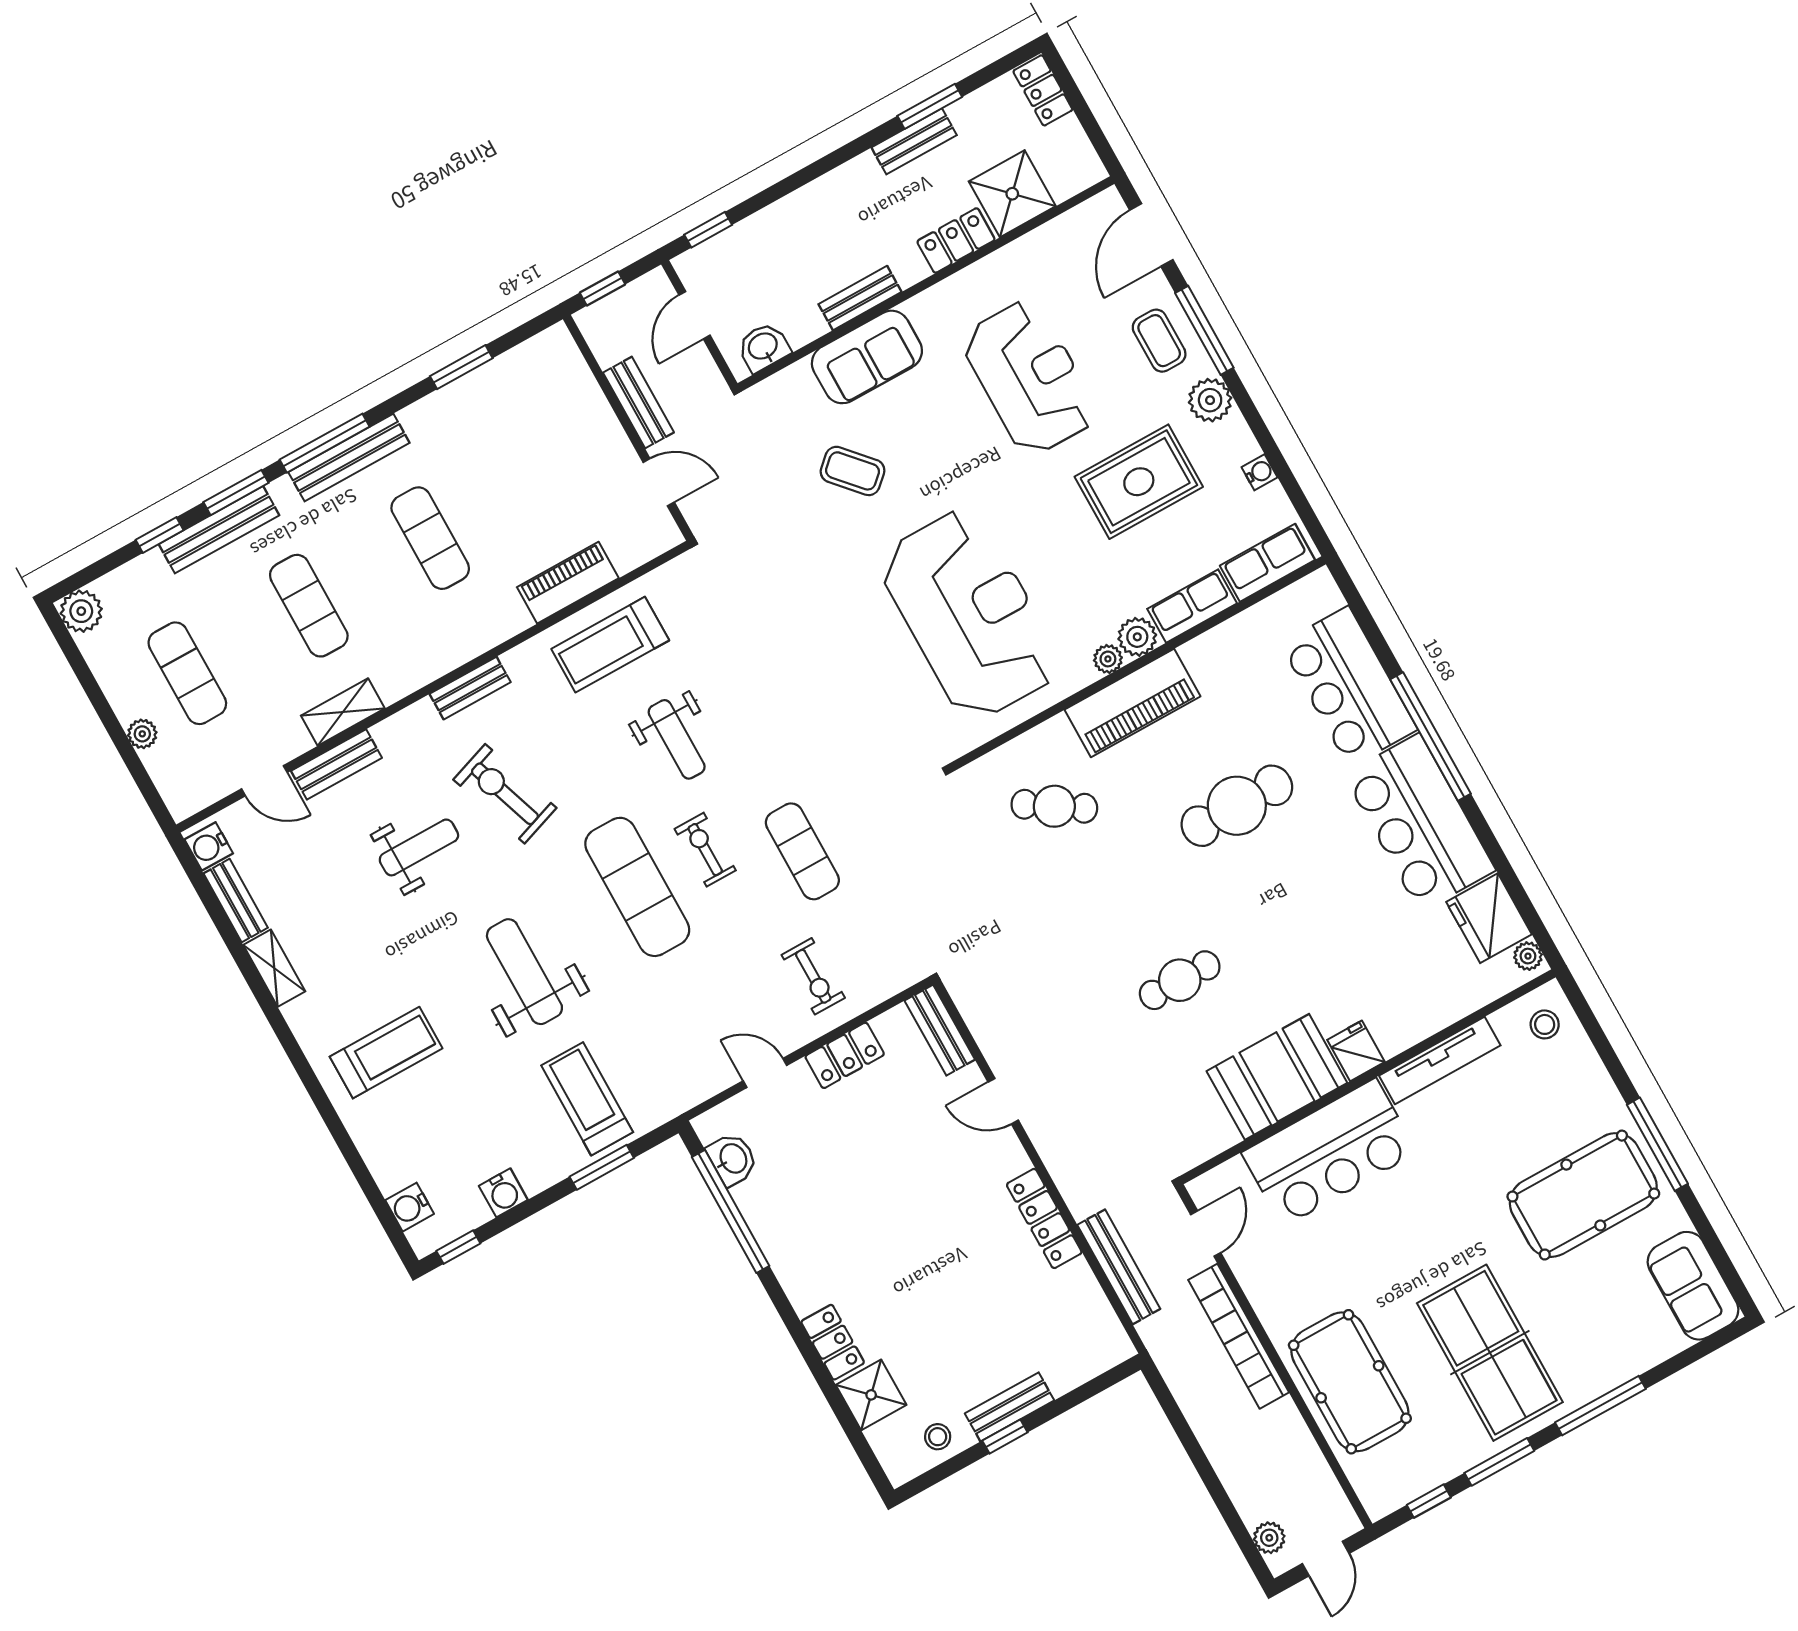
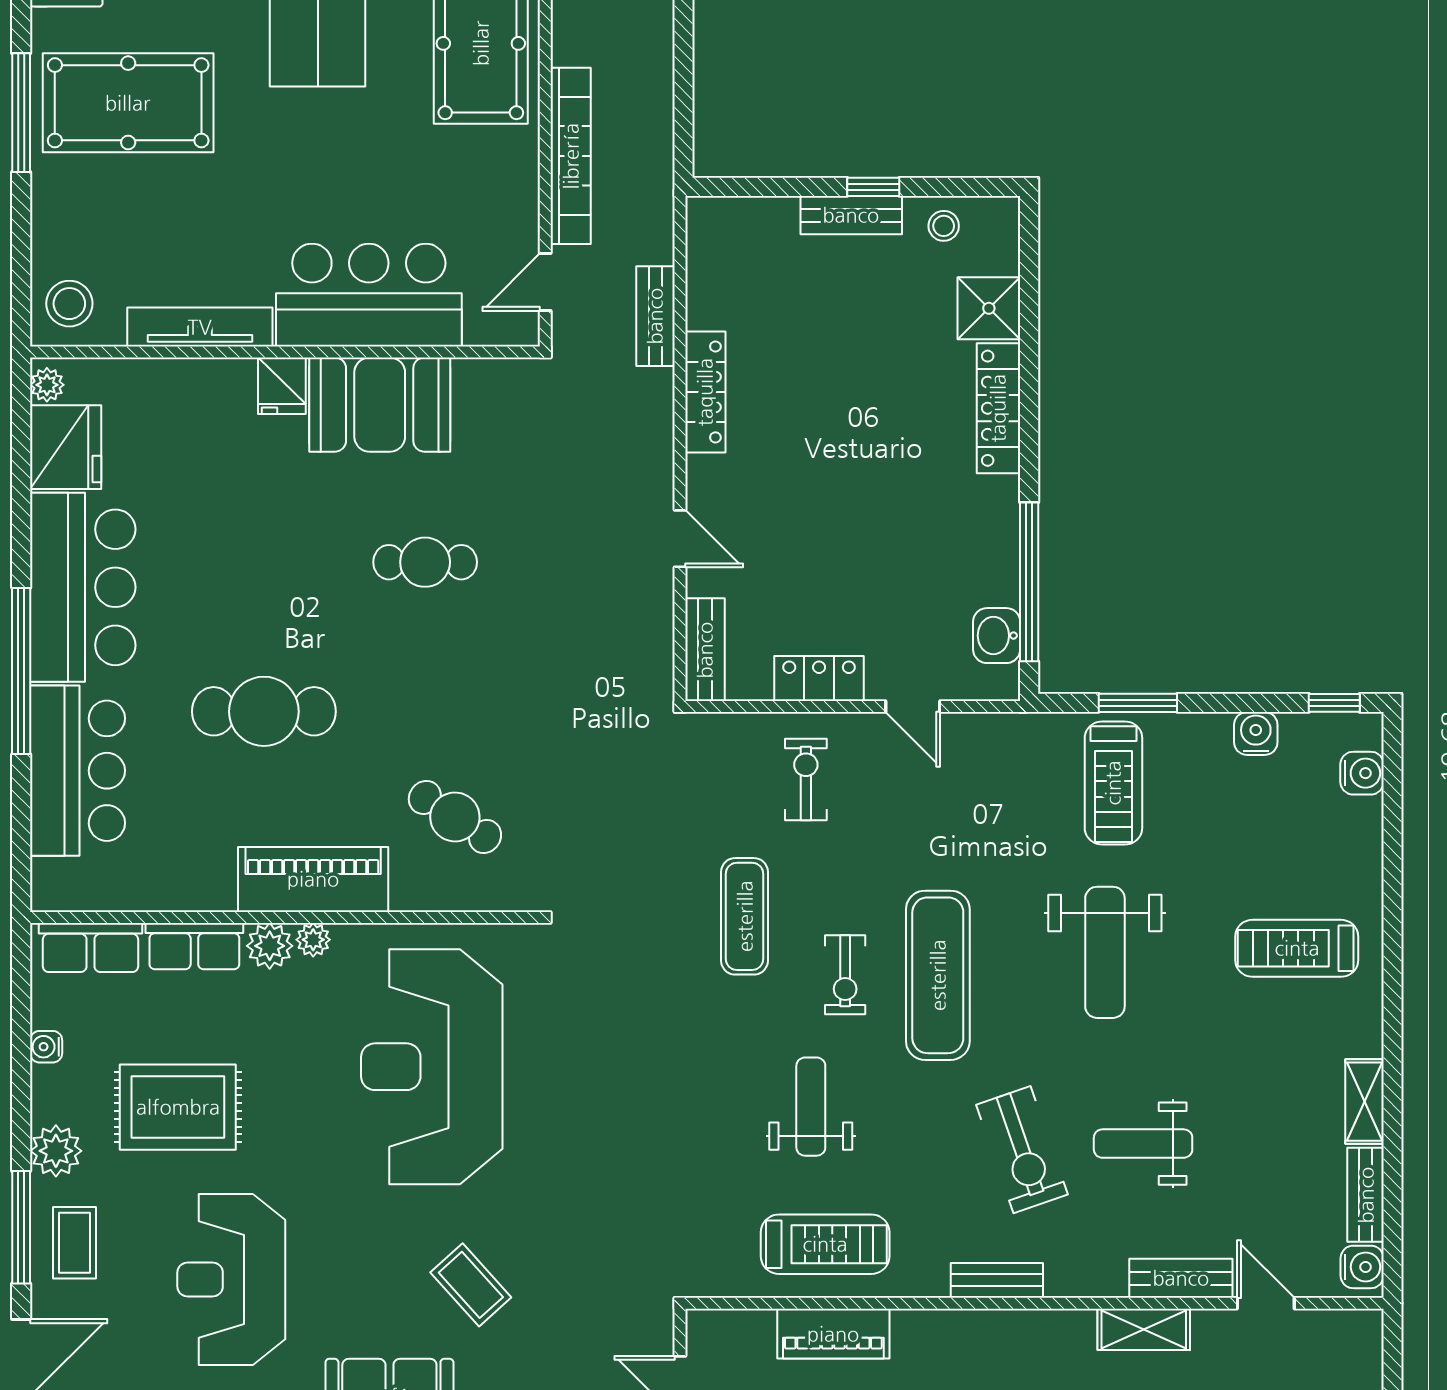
stool: (1545, 1024) -> (69, 304), width x1.37, depth x1.37
bench: (1119, 1267) -> (655, 316), width x0.73
locker: (833, 1342) -> (998, 408), width x1.53

